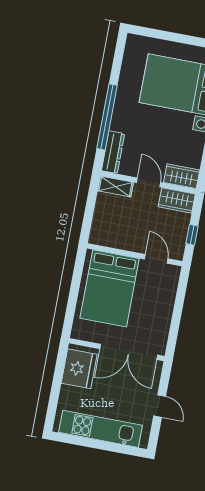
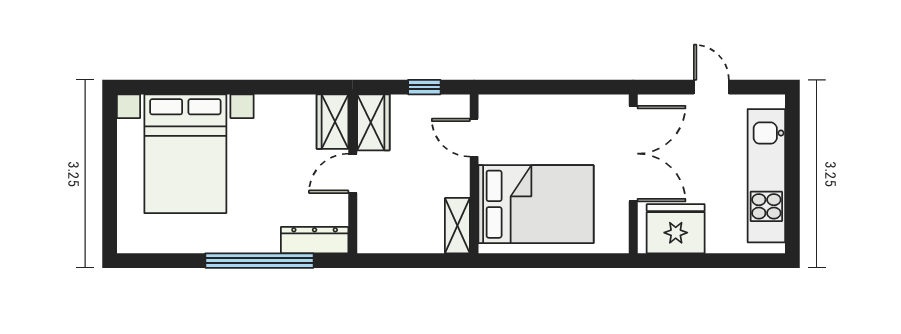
shelving: (116, 187) -> (457, 226), moved
door: (156, 259) -> (474, 138), hinge flipped
door: (160, 406) -> (711, 87), hinge flipped

